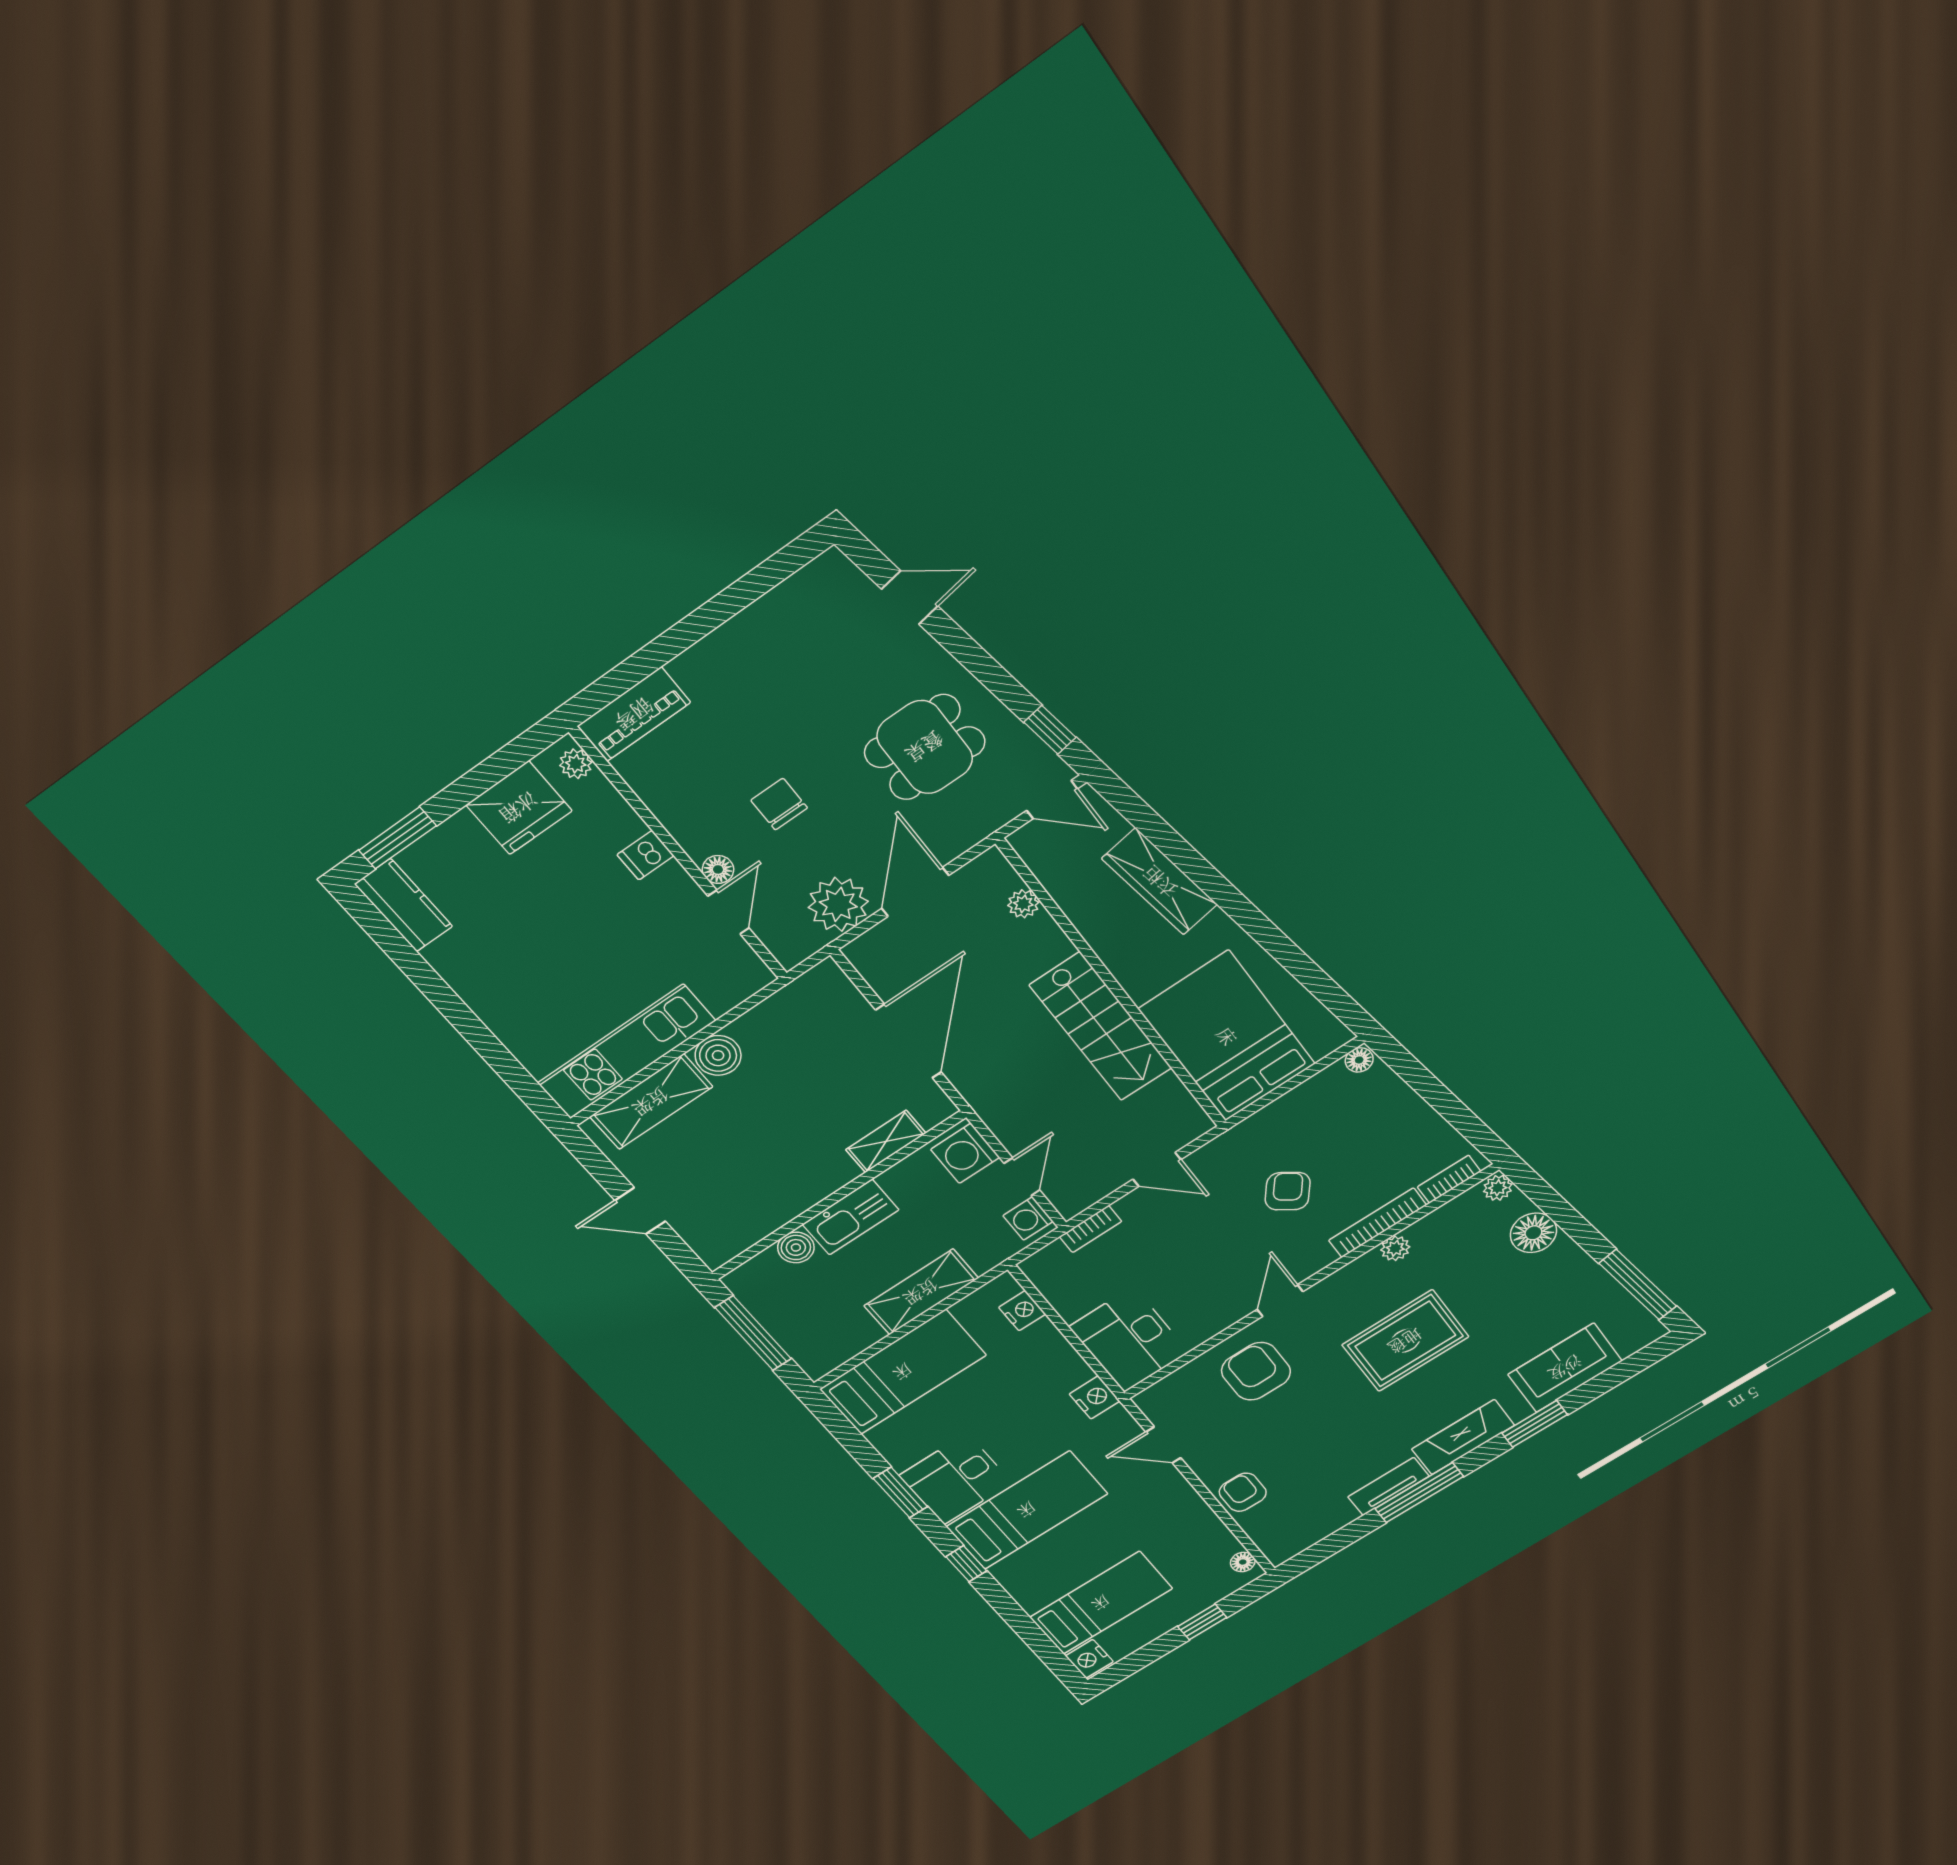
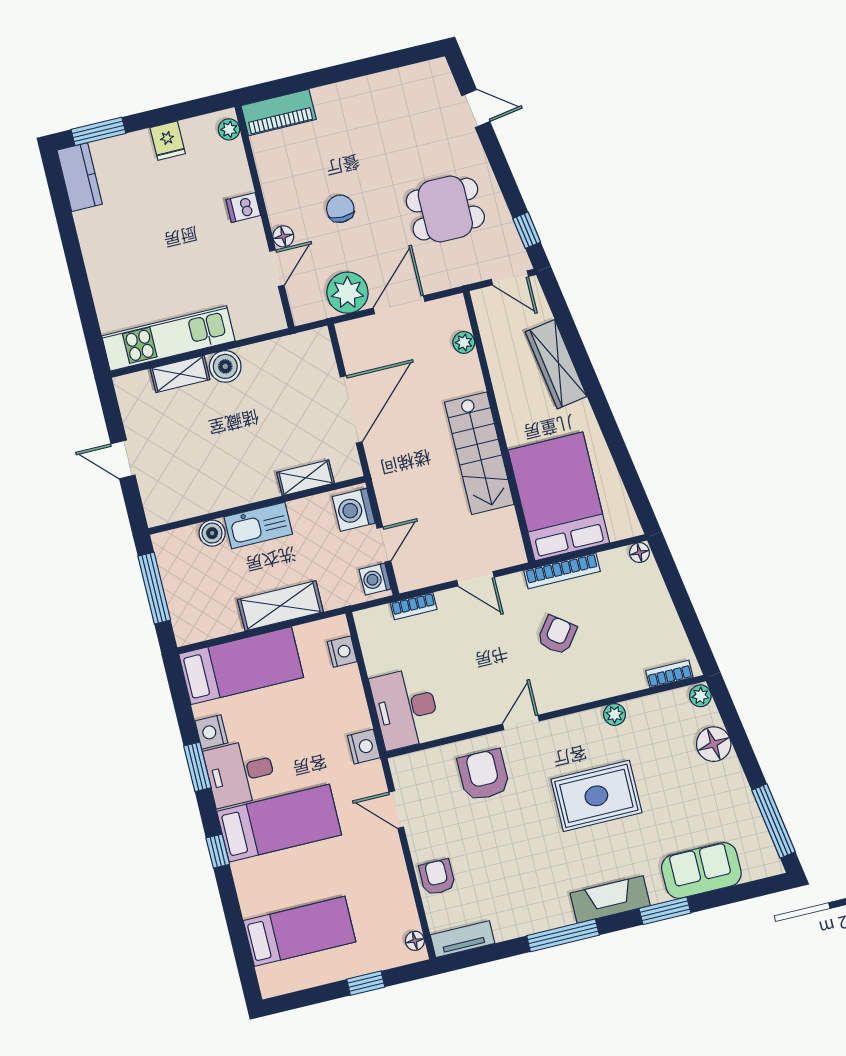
fridge: (519, 808) -> (168, 141), width x0.53, depth x0.75
shelving: (651, 1102) -> (180, 374), width x0.67, depth x0.75
bookcase: (1378, 1223) -> (562, 571), moved, turned 180
tv unit: (1388, 1487) -> (463, 939), moved
nightstand: (1089, 1659) -> (211, 732), moved

